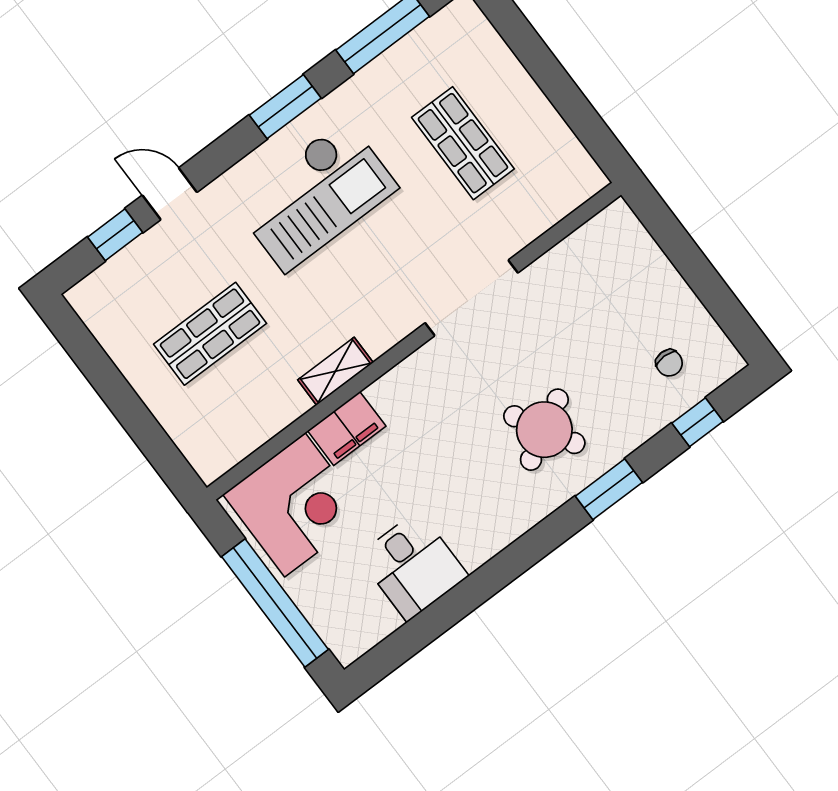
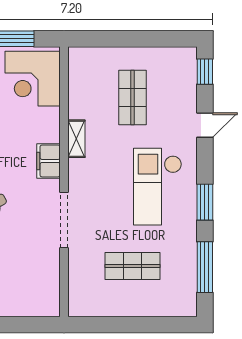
window: (115, 235) -> (205, 72), moved
filing cabinet: (347, 428) -> (48, 161), moved

